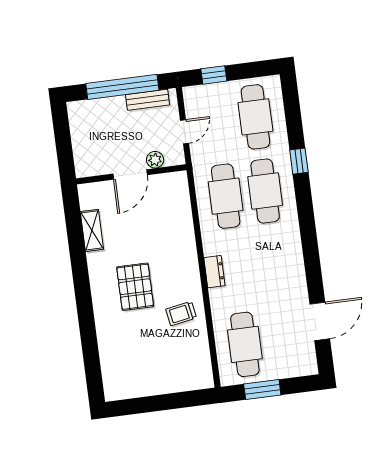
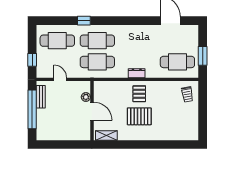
plant: (155, 160) -> (86, 97), moved
door: (130, 174) -> (92, 111), moved
wall: (131, 174) -> (92, 111), moved
pallet: (177, 281) -> (139, 94), added
trolley: (181, 314) -> (187, 94), moved

